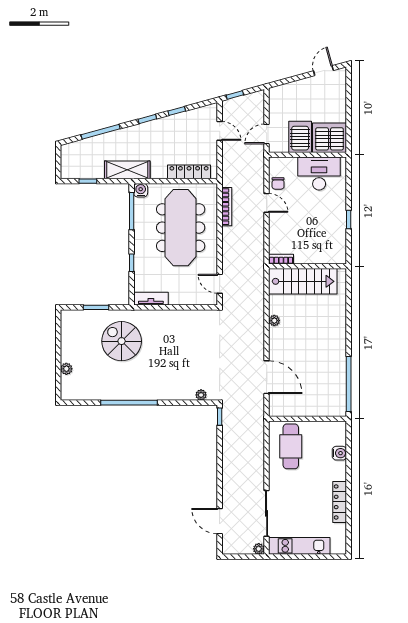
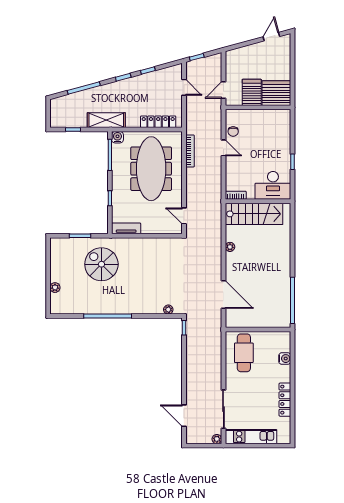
desk: (319, 174) -> (273, 185), moved, turned 180

